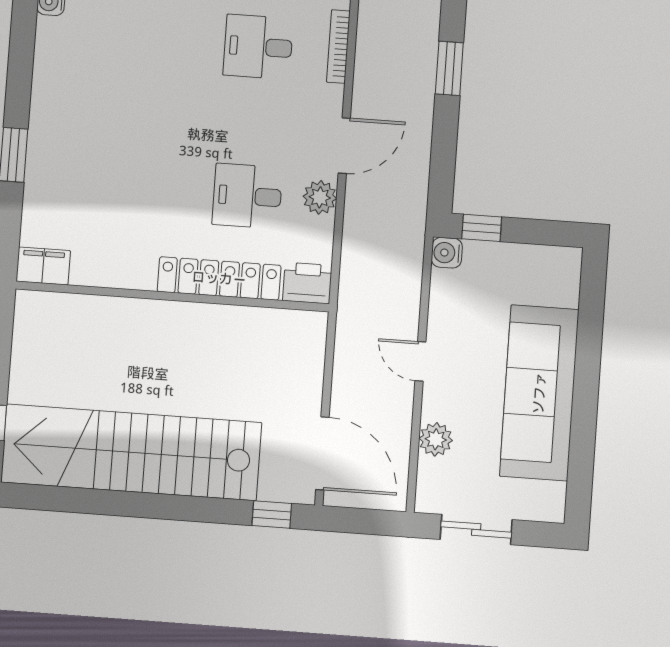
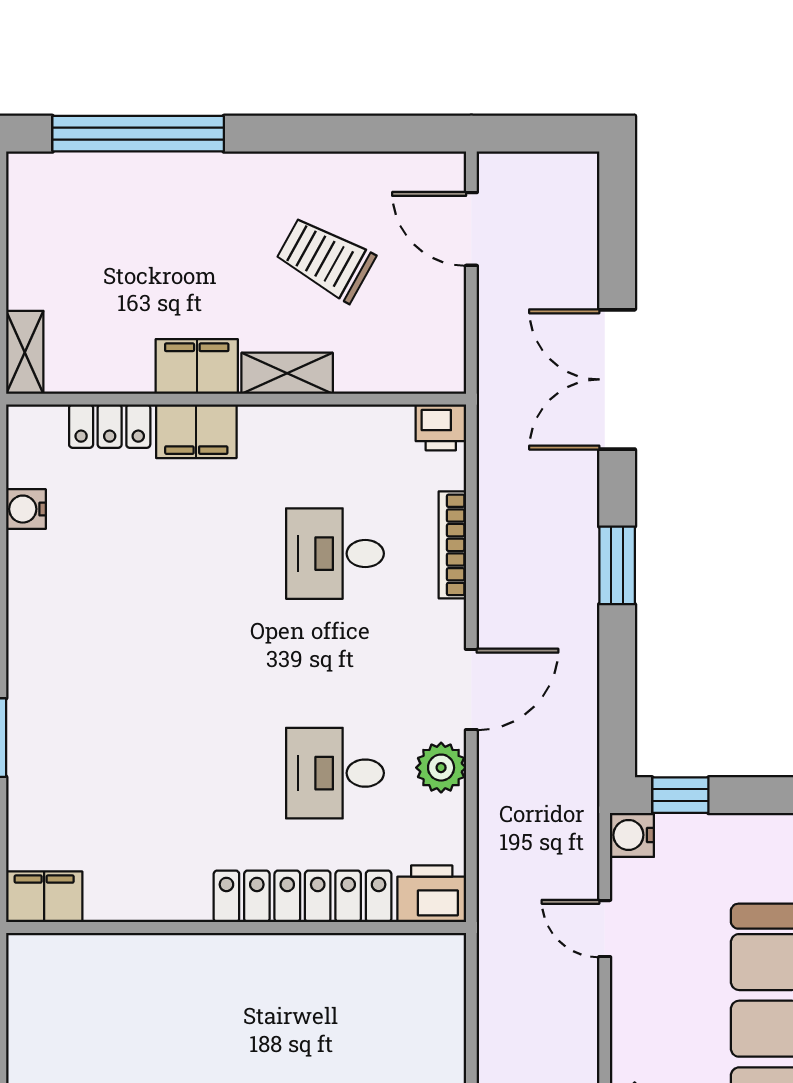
door: (420, 361) -> (605, 929), moved

